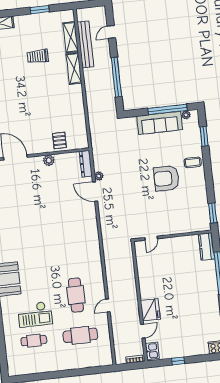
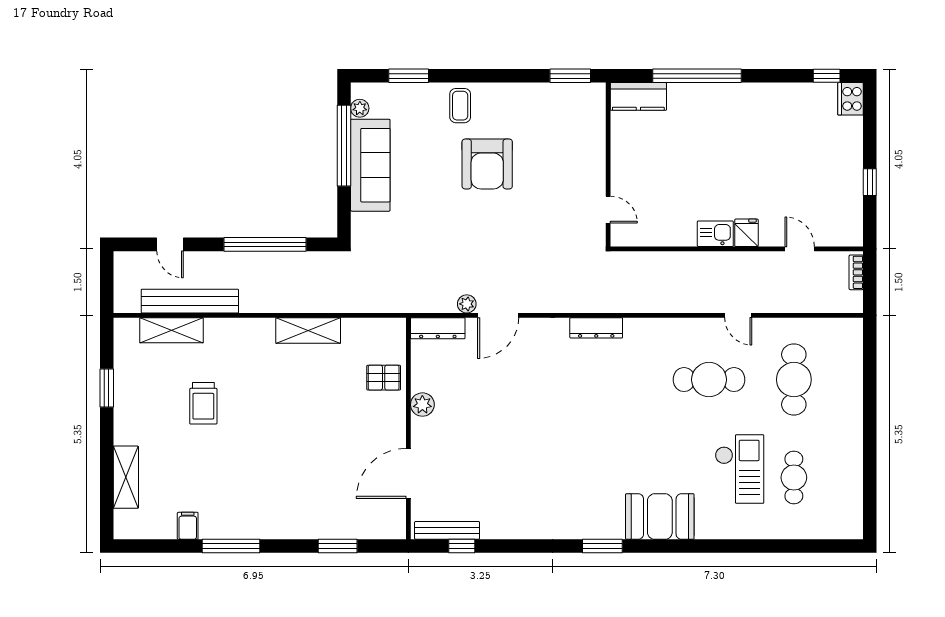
shelving: (74, 69) -> (308, 331), moved
dresser: (94, 239) -> (596, 328), added
fridge: (150, 310) -> (746, 233), width x0.53, depth x0.75
kitchen sink: (152, 351) -> (715, 234), moved

